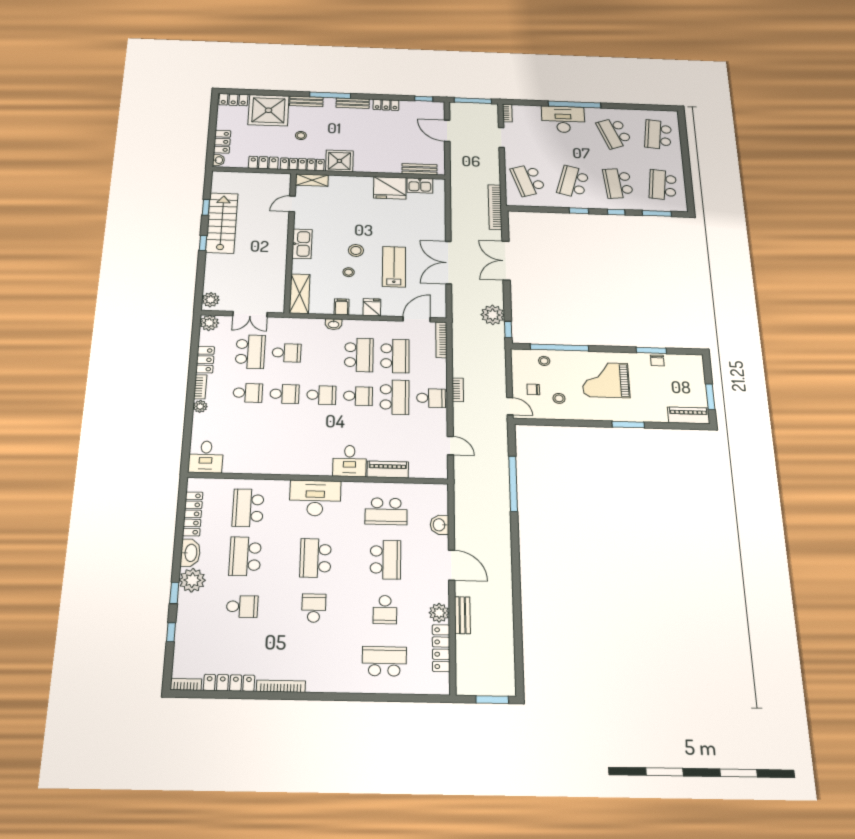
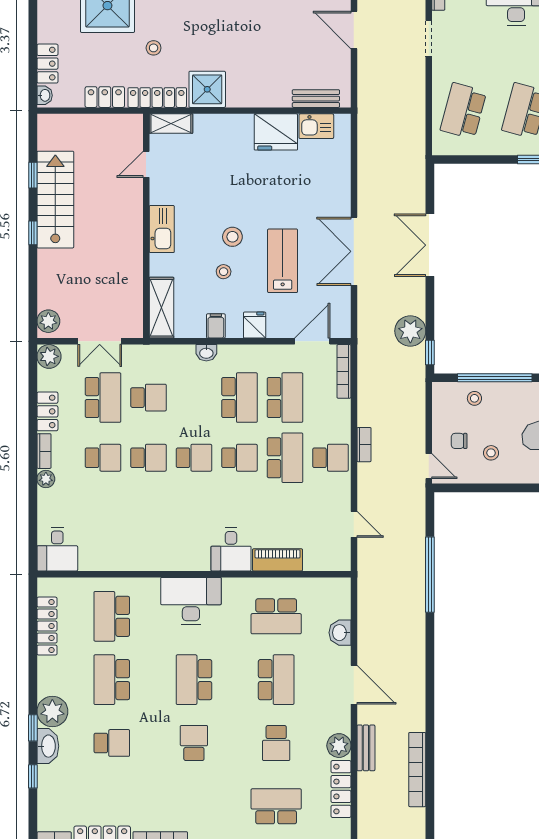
school desk: (528, 180) -> (463, 111), turned 33
bookcase: (495, 207) -> (417, 770), moved
washbasin: (190, 553) -> (48, 746), moved

